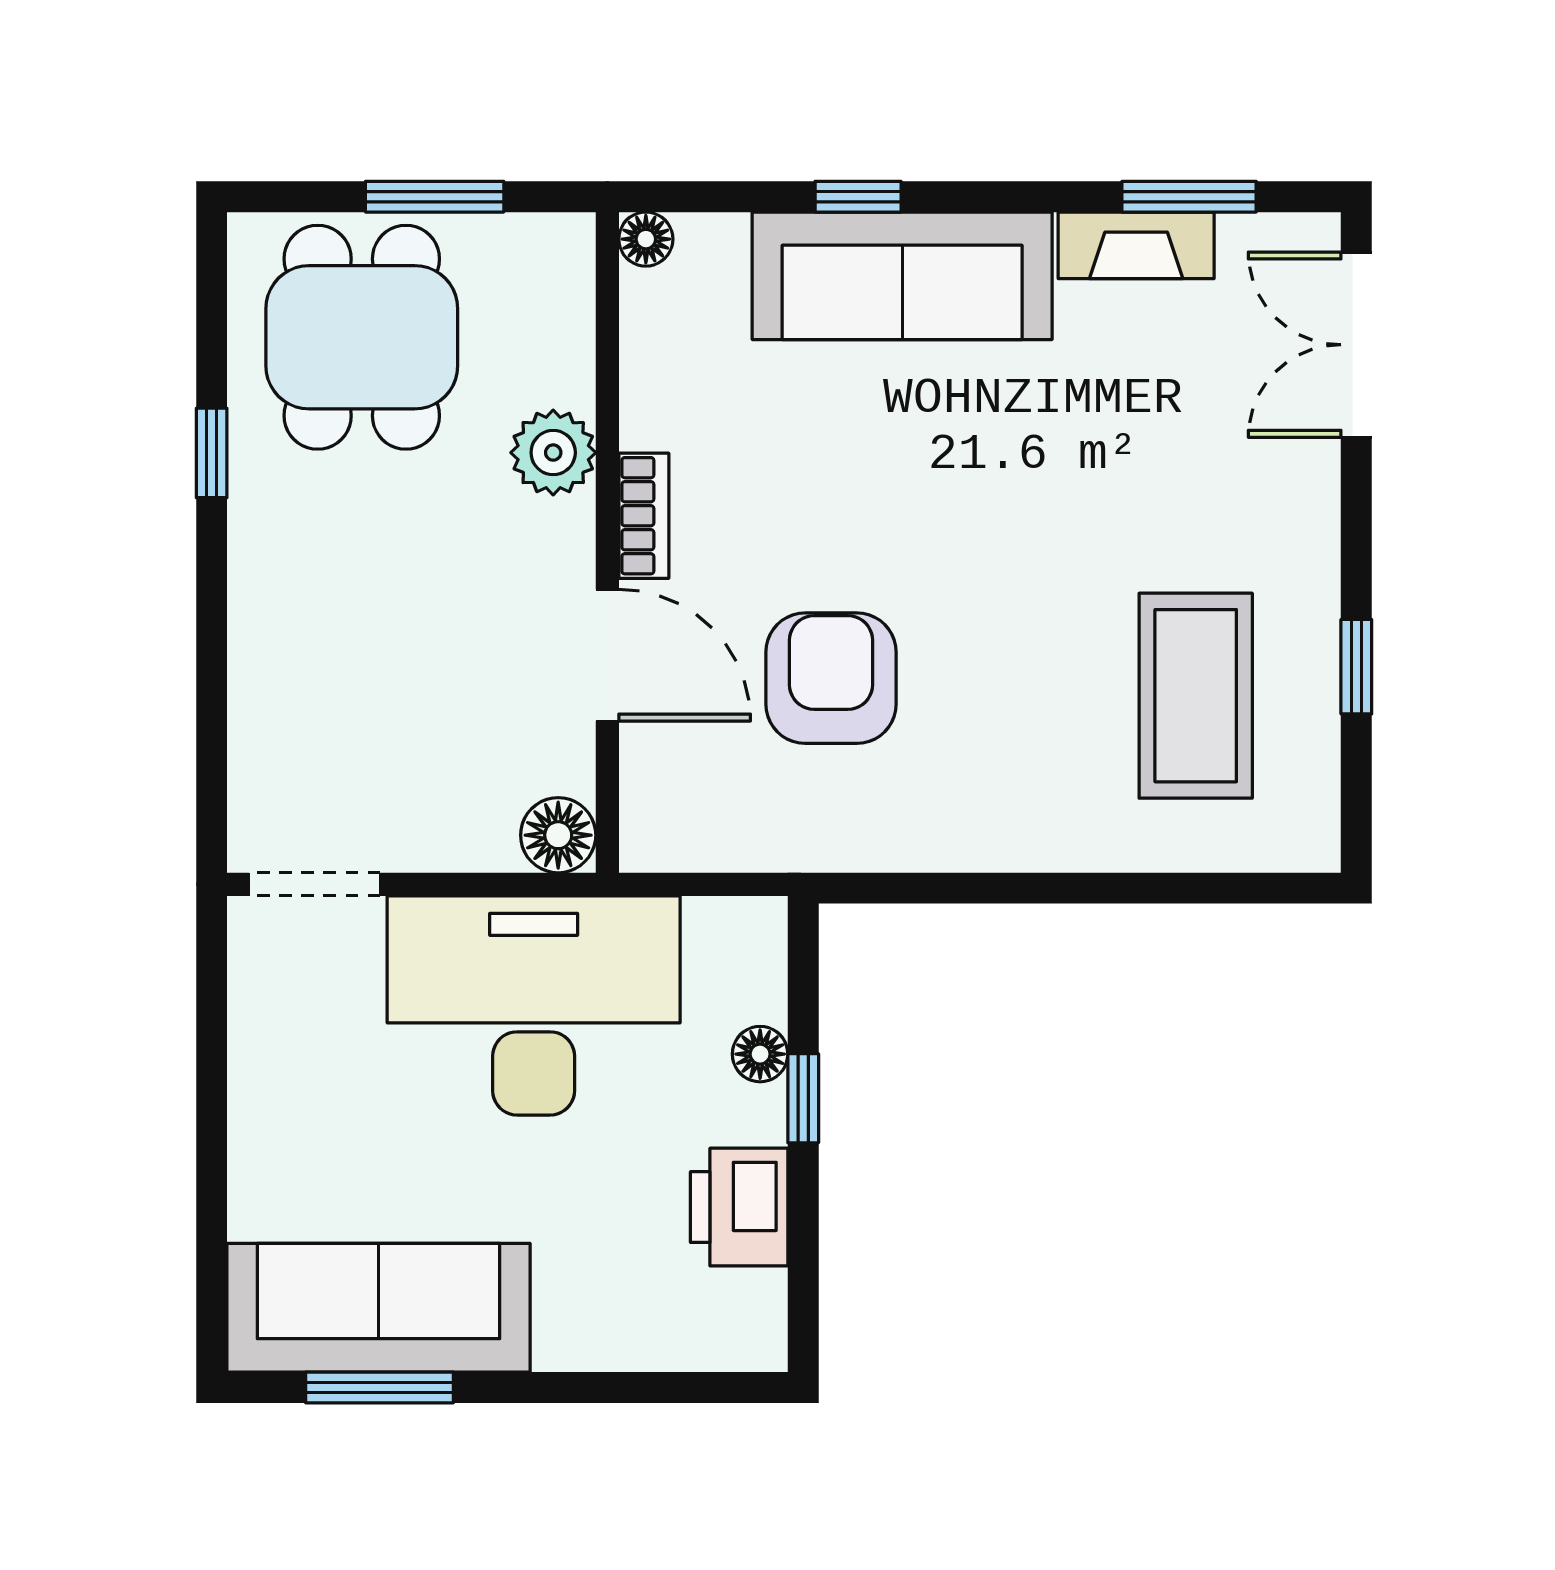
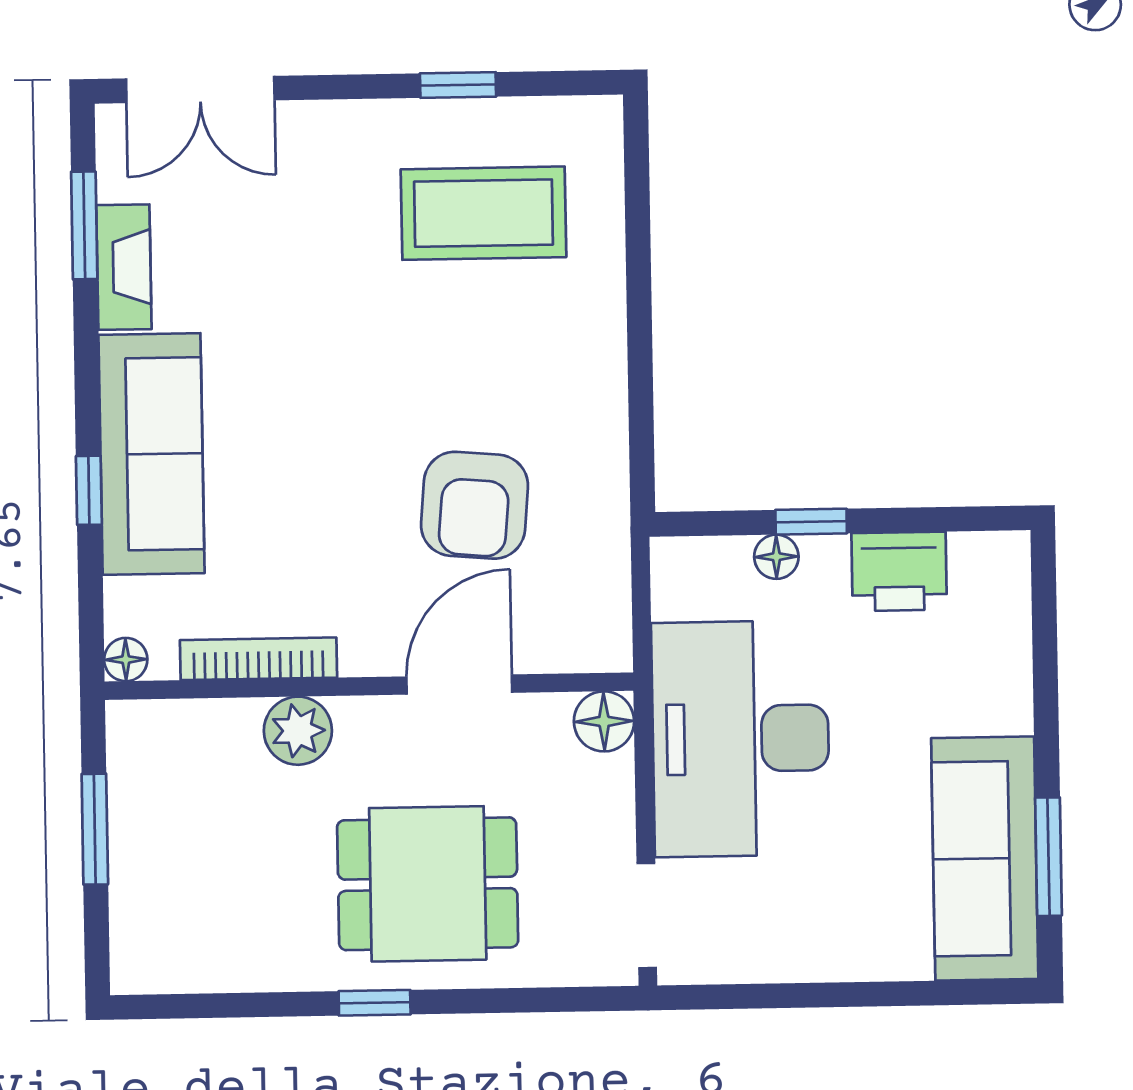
dining table: (362, 337) -> (428, 884), moved
window: (212, 453) -> (375, 1003), moved
bookcase: (644, 516) -> (258, 659), moved, width x1.56
armchair: (831, 678) -> (475, 505), turned -85

